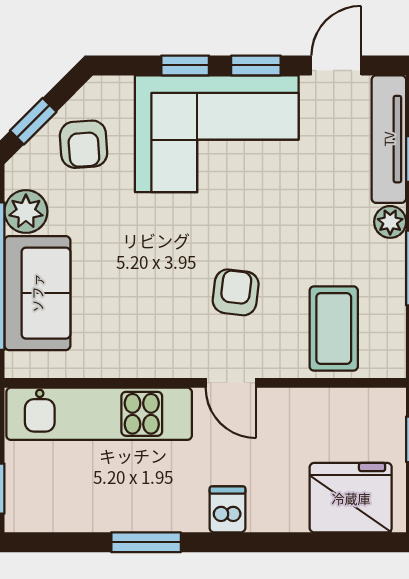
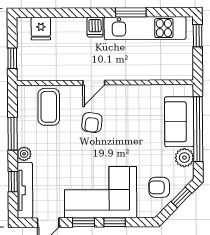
armchair: (84, 144) -> (159, 187), turned -86
door: (231, 383) -> (94, 83), swing flipped
kitchen unit: (99, 414) -> (145, 28), moved, turned 180
fridge: (351, 498) -> (41, 29), width x0.53, depth x0.75

